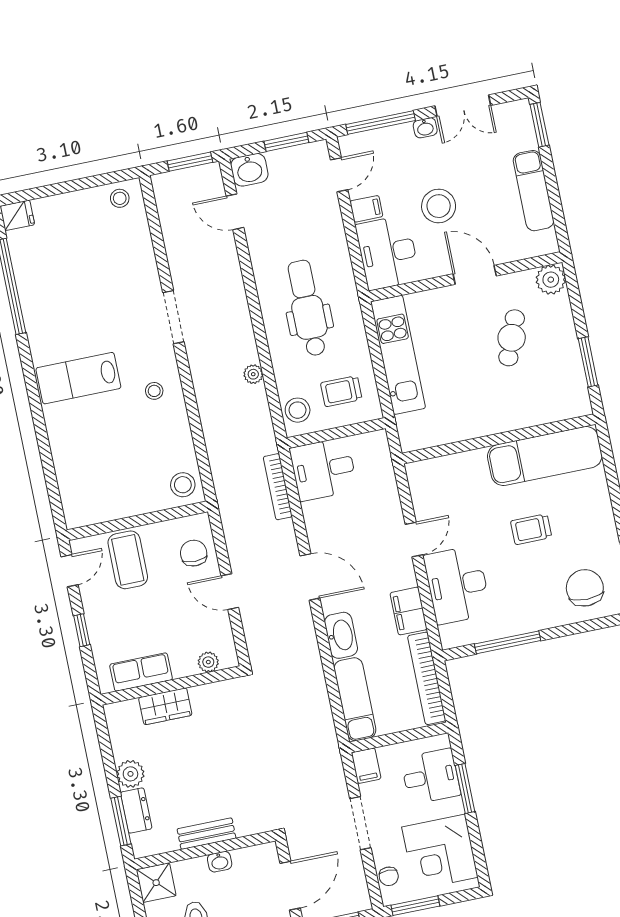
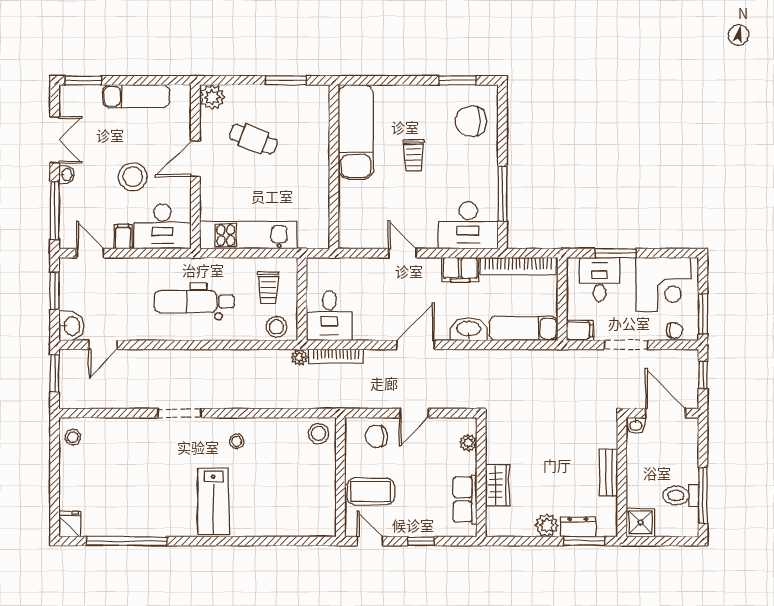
plant: (253, 374) -> (299, 357), moved
desk: (457, 585) -> (468, 225), moved
washbasin: (220, 862) -> (636, 425), moved, turned 90

